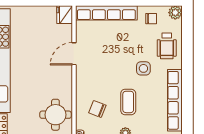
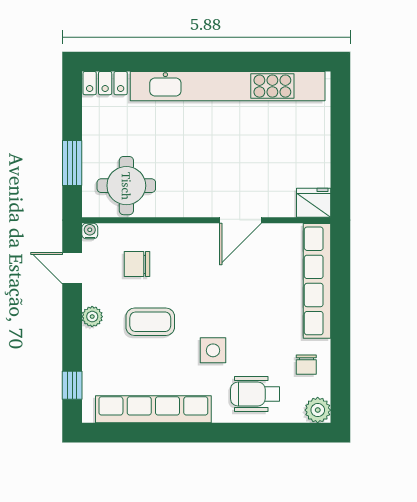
door: (74, 54) -> (240, 220), swing flipped
chair: (97, 109) -> (137, 264), turned -111

